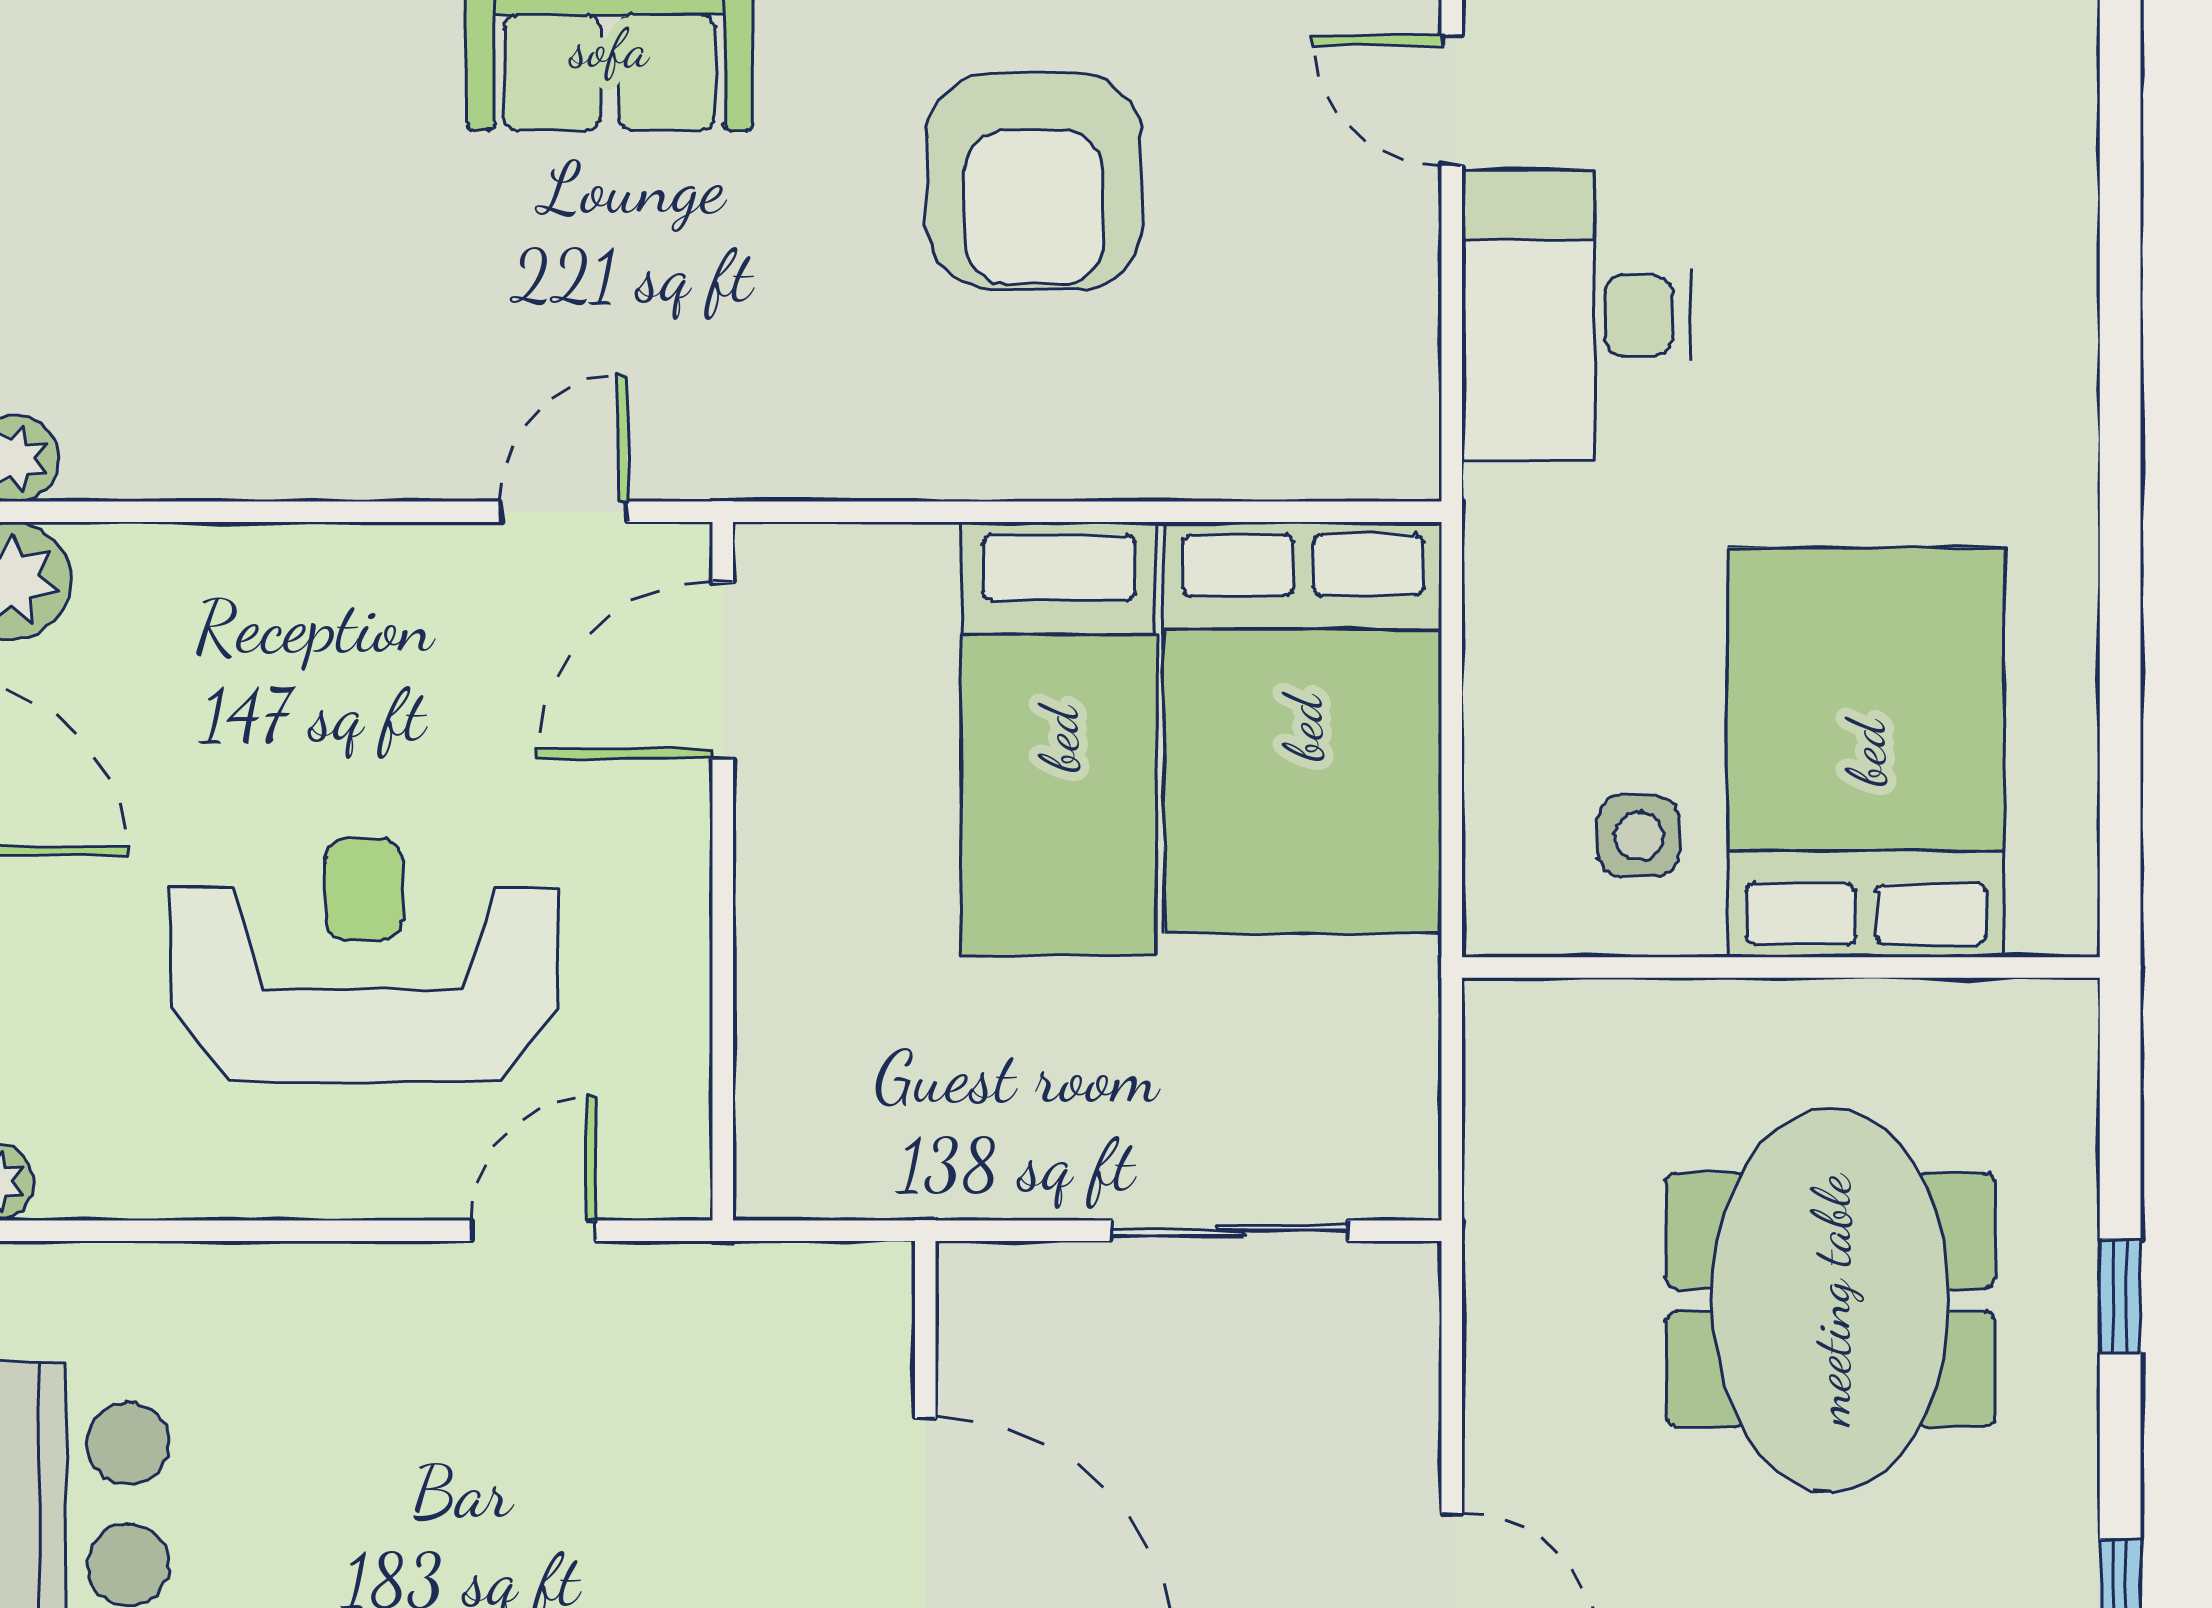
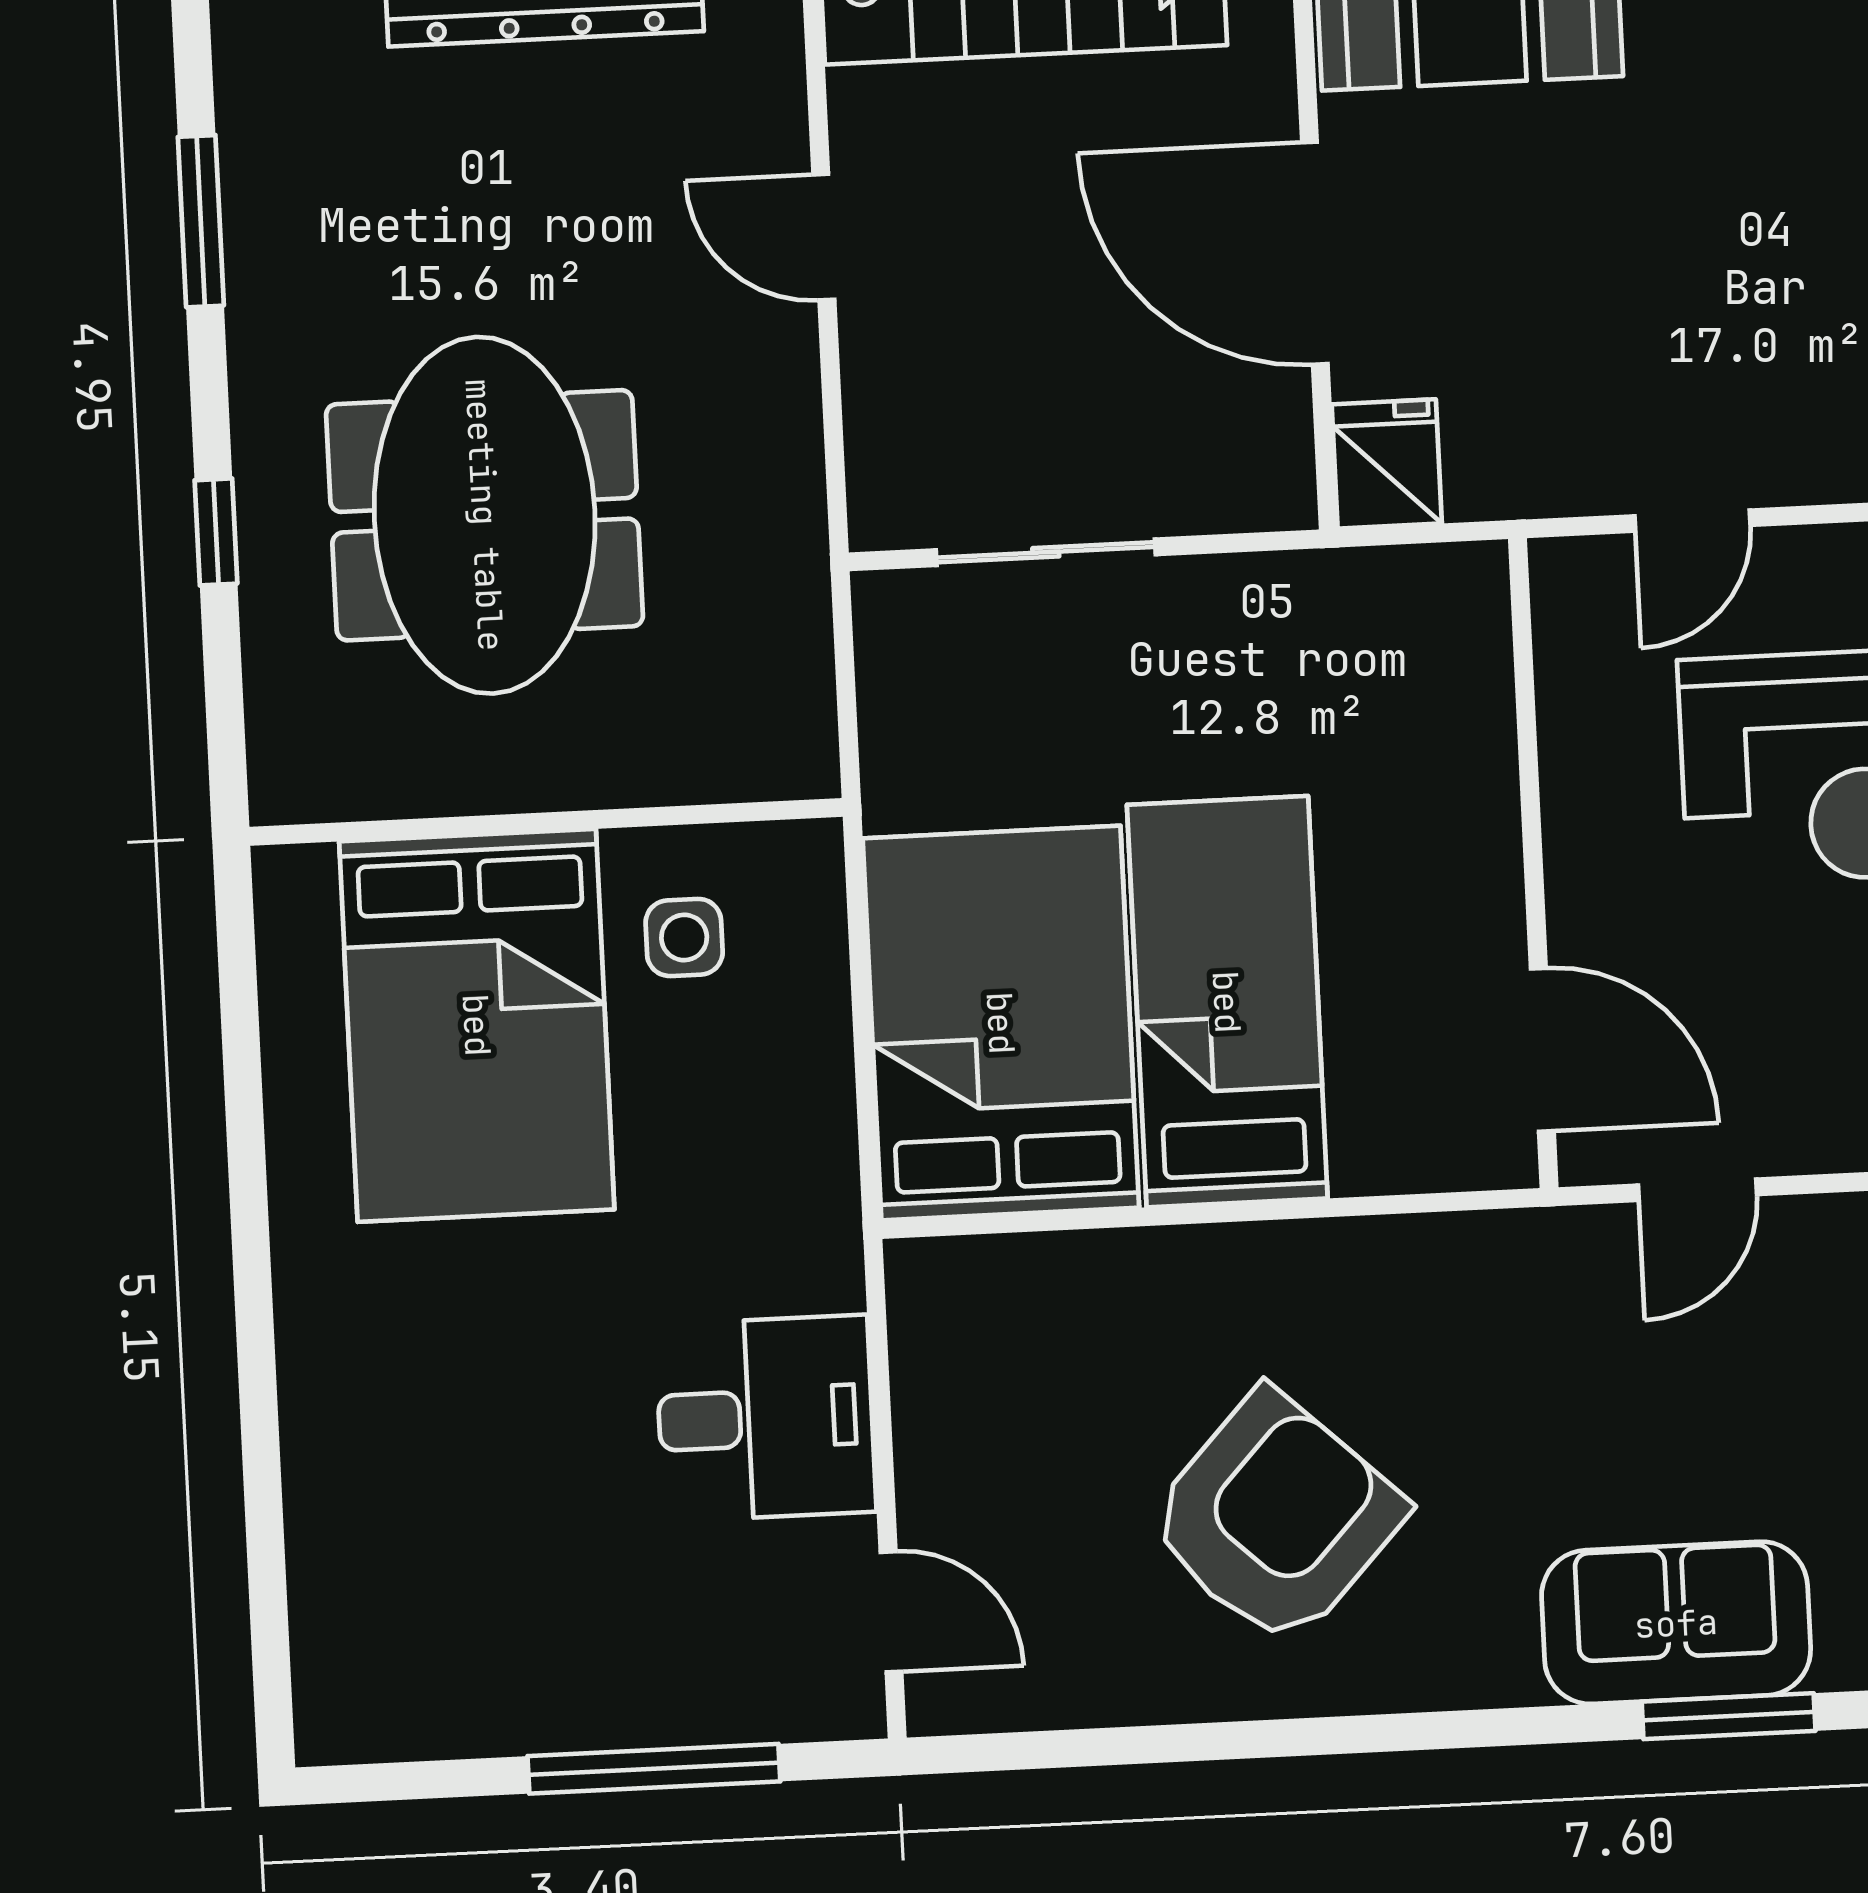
armchair: (1034, 181) -> (1275, 1518), turned 43
desk: (1576, 315) -> (766, 1418), width x0.73
door: (723, 670) -> (1542, 1050), hinge flipped
fridge: (859, 1308) -> (1387, 464), added

